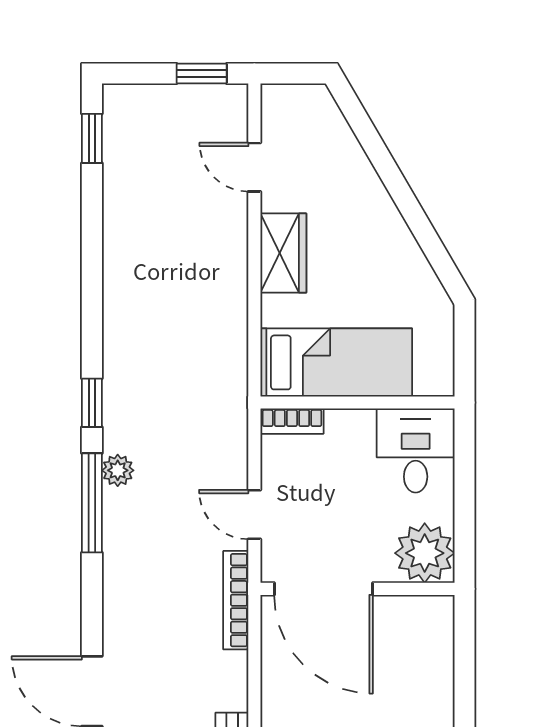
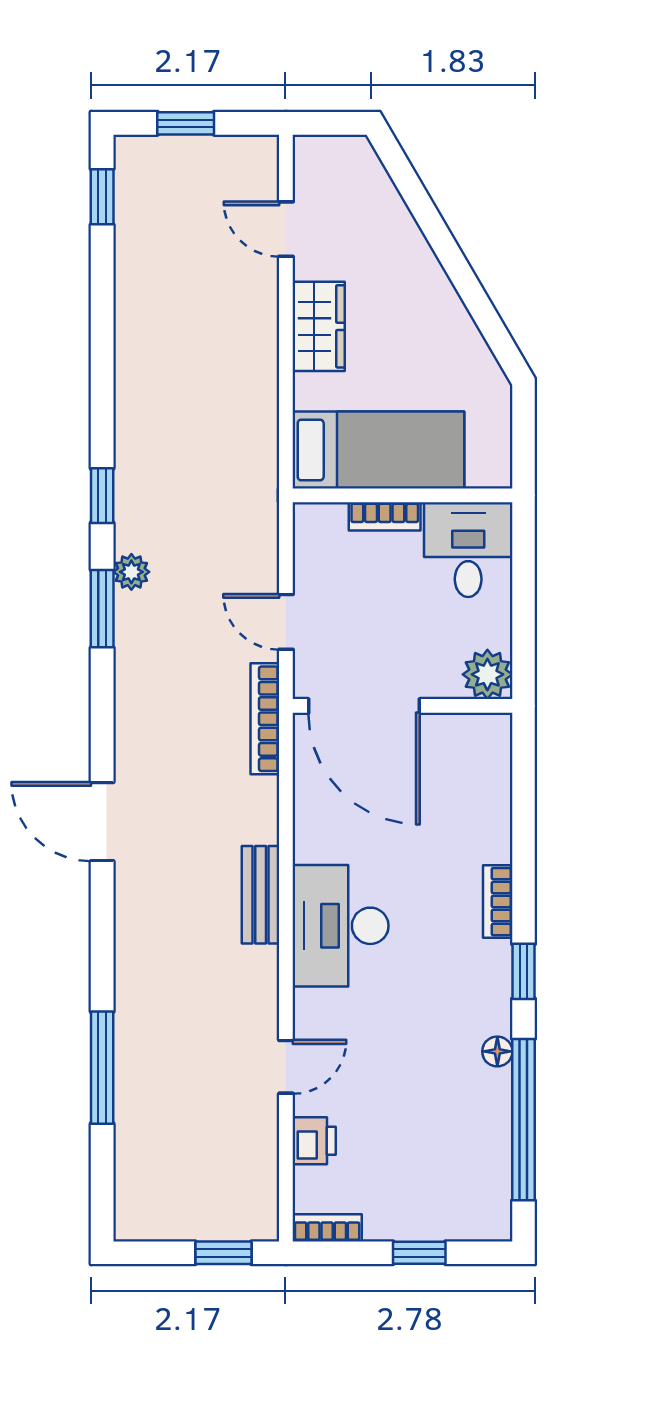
window: (202, 73) -> (186, 123), moved
bookcase: (292, 421) -> (385, 516), moved
window: (92, 503) -> (102, 609), width x0.69
plant: (425, 553) -> (487, 674), width x0.73, depth x0.73

